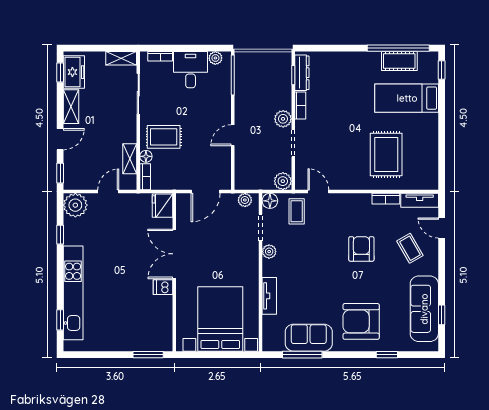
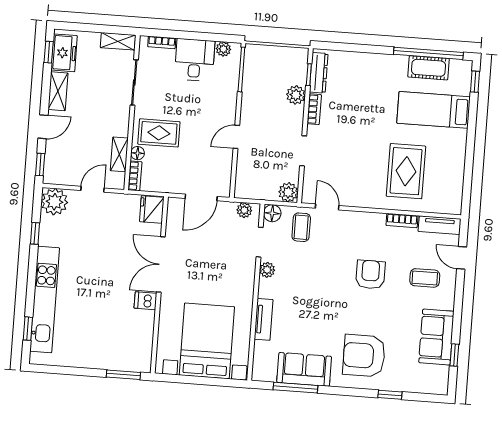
plant: (283, 119) -> (296, 95), moved
coffee table: (410, 248) -> (425, 278), turned -60
sofa: (424, 309) -> (436, 337), width x0.73

